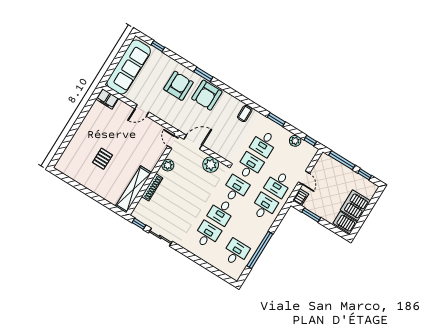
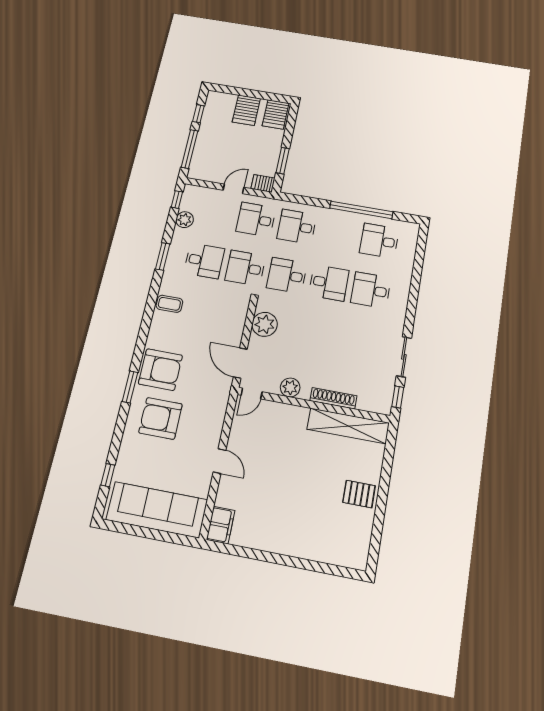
pallet: (103, 159) -> (359, 494), moved
desk: (278, 184) -> (256, 220), turned 180
server rack: (355, 205) -> (246, 110), width x0.63

